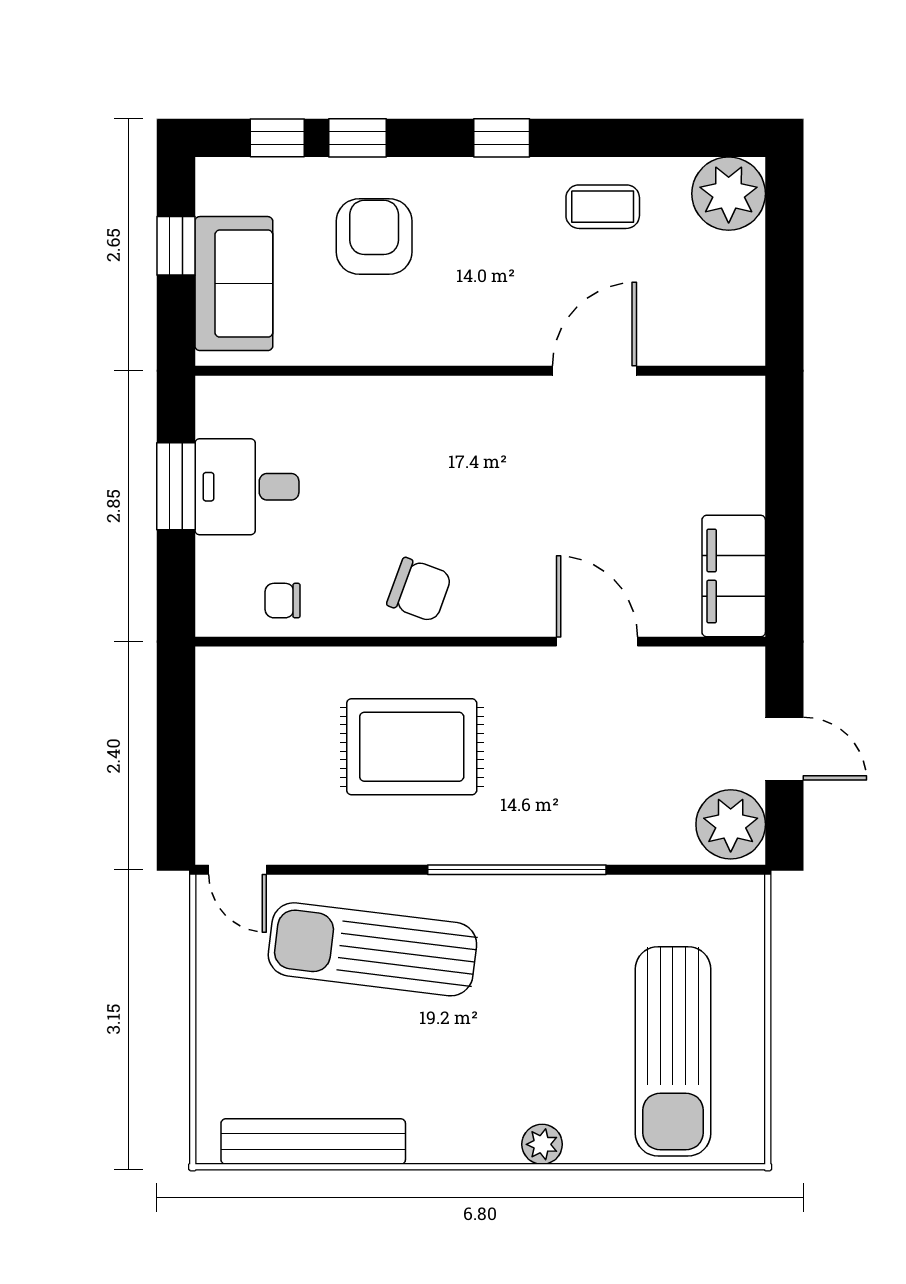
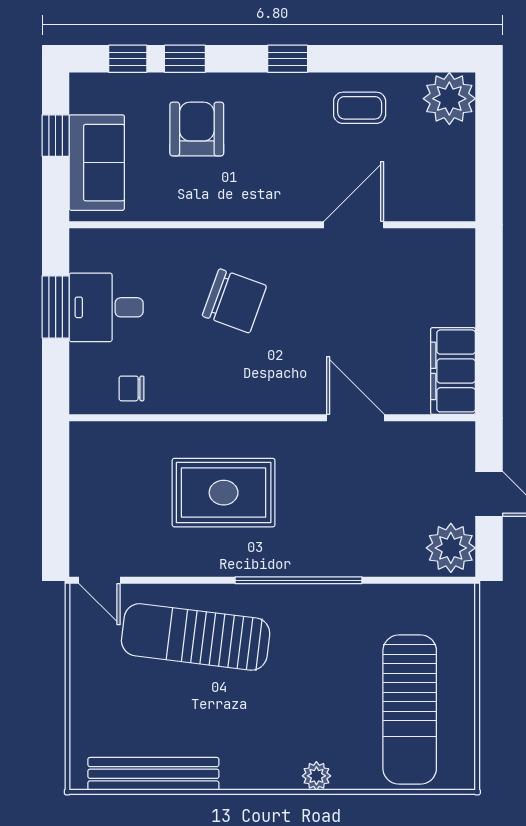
chair: (419, 590) -> (234, 301), moved, width x1.37, depth x1.37

